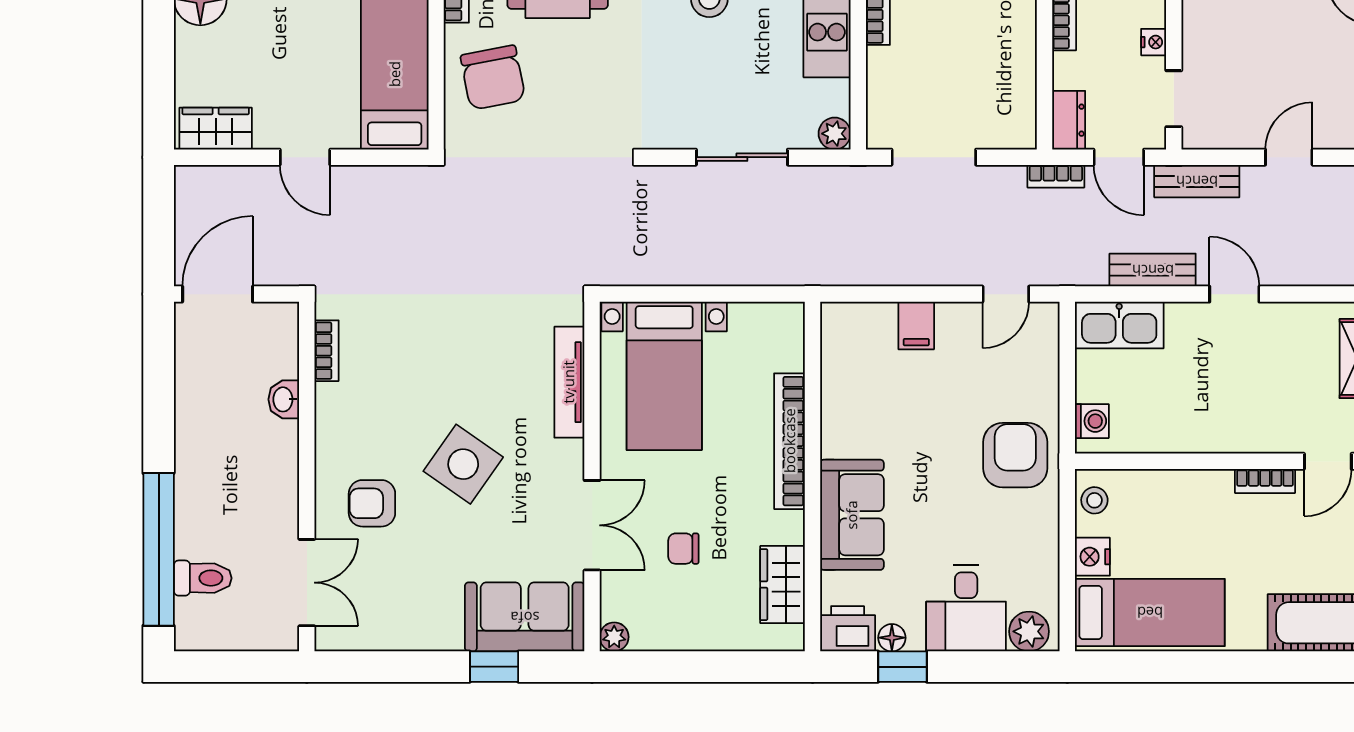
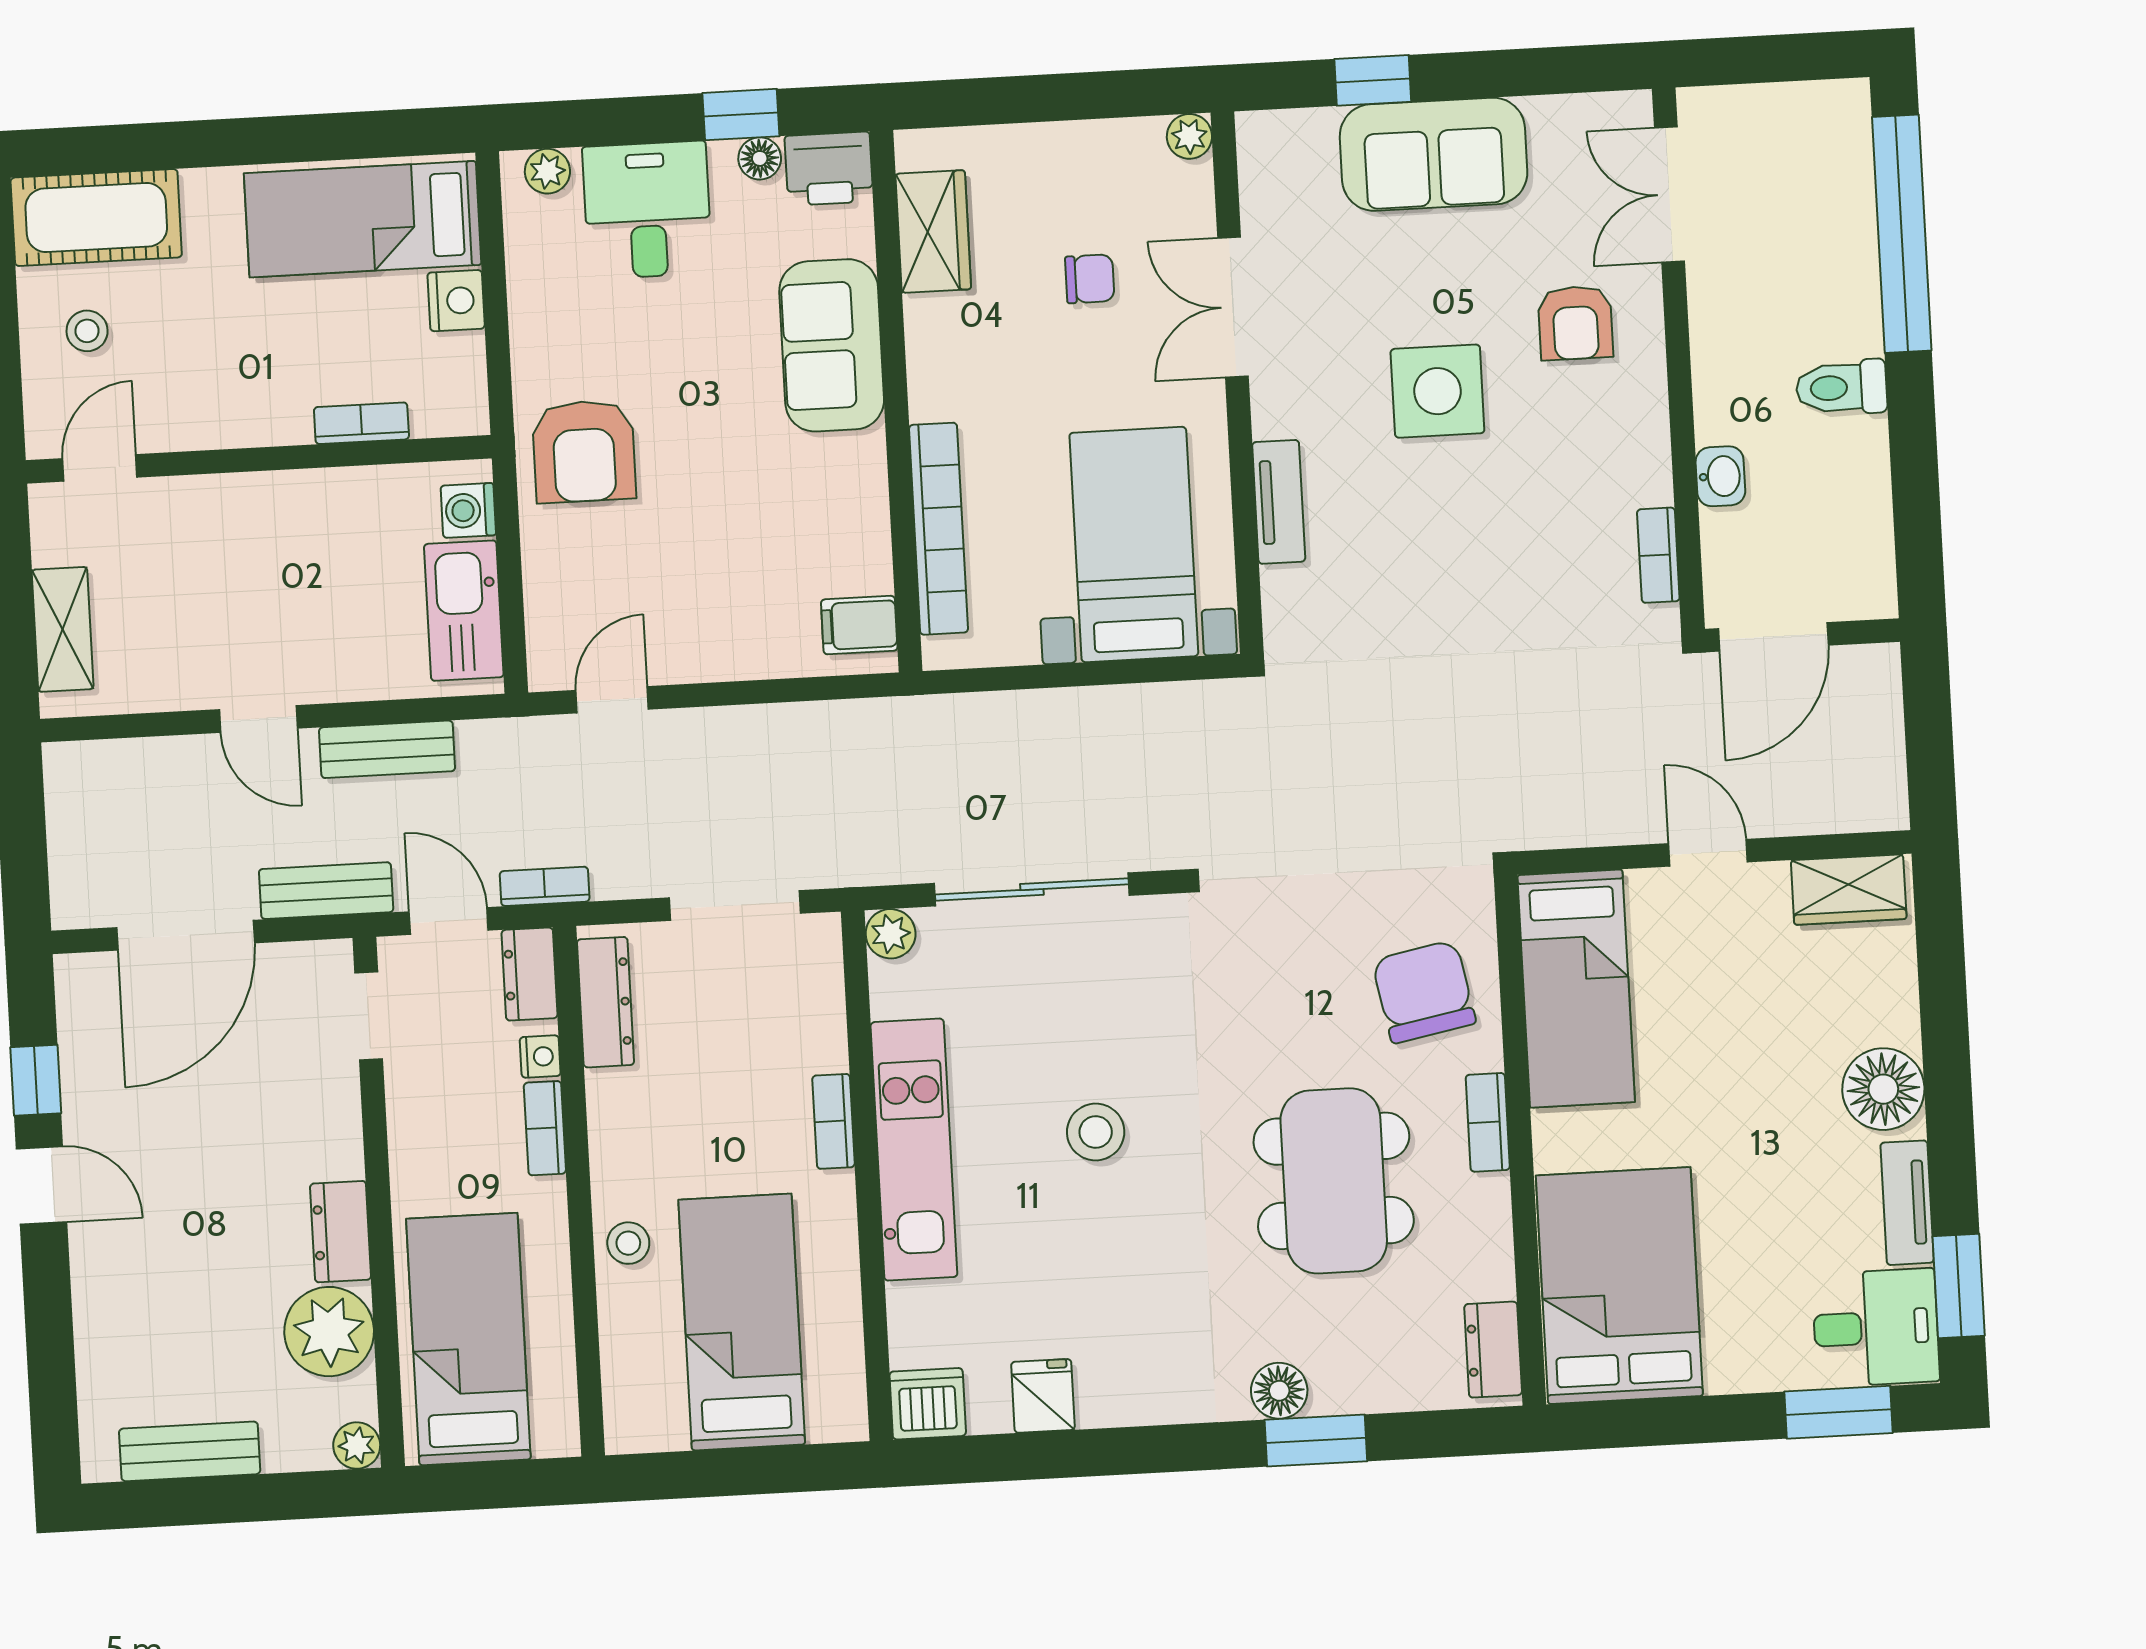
nightstand: (1154, 42) -> (540, 1057), moved, turned 180
dresser: (1021, 99) -> (605, 1002), added
sliding door: (742, 157) -> (1032, 889), width x1.37
door: (1289, 157) -> (186, 935), width x1.88
door: (218, 294) -> (1773, 637), moved
filing cabinet: (916, 325) -> (859, 625), moved, turned -90
kitchen sink: (1119, 325) -> (464, 611), moved, turned -90
tv unit: (569, 382) -> (1279, 502), width x0.71
bookcase: (790, 441) -> (938, 529), moved
side table: (463, 464) -> (1437, 391), turned -35
bookcase: (1265, 481) -> (361, 423), moved
stool: (1094, 500) -> (87, 331), moved
armchair: (372, 503) -> (1575, 323), turned 90
toilet: (203, 578) -> (1841, 388), moved
sofa: (525, 617) -> (1434, 154), moved
plant: (1029, 631) -> (547, 171), width x0.73, depth x0.73

